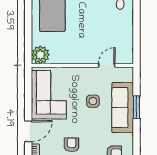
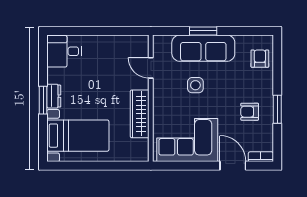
plant: (40, 55) -> (138, 150), removed
wardrobe: (70, 56) -> (140, 114), added

